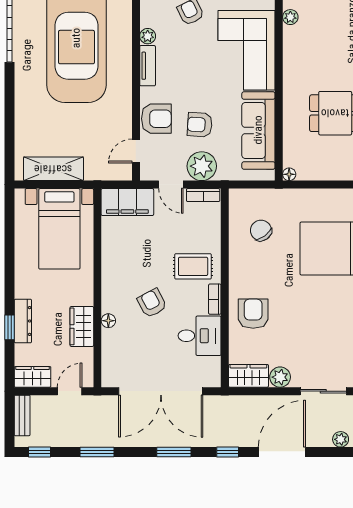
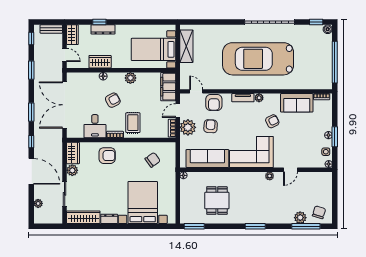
plant: (112, 271) -> (130, 78), added

